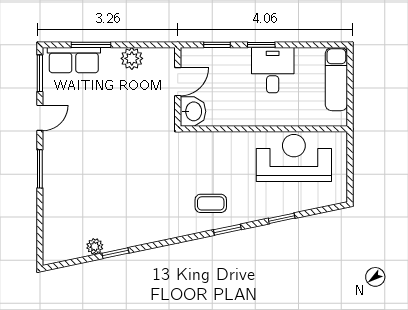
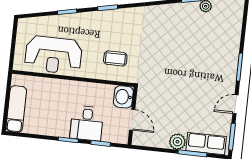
plant: (132, 58) -> (177, 142), moved
desk: (273, 70) -> (87, 123), moved
door: (178, 82) -> (132, 120), swing flipped
coffee table: (211, 203) -> (115, 58), moved

